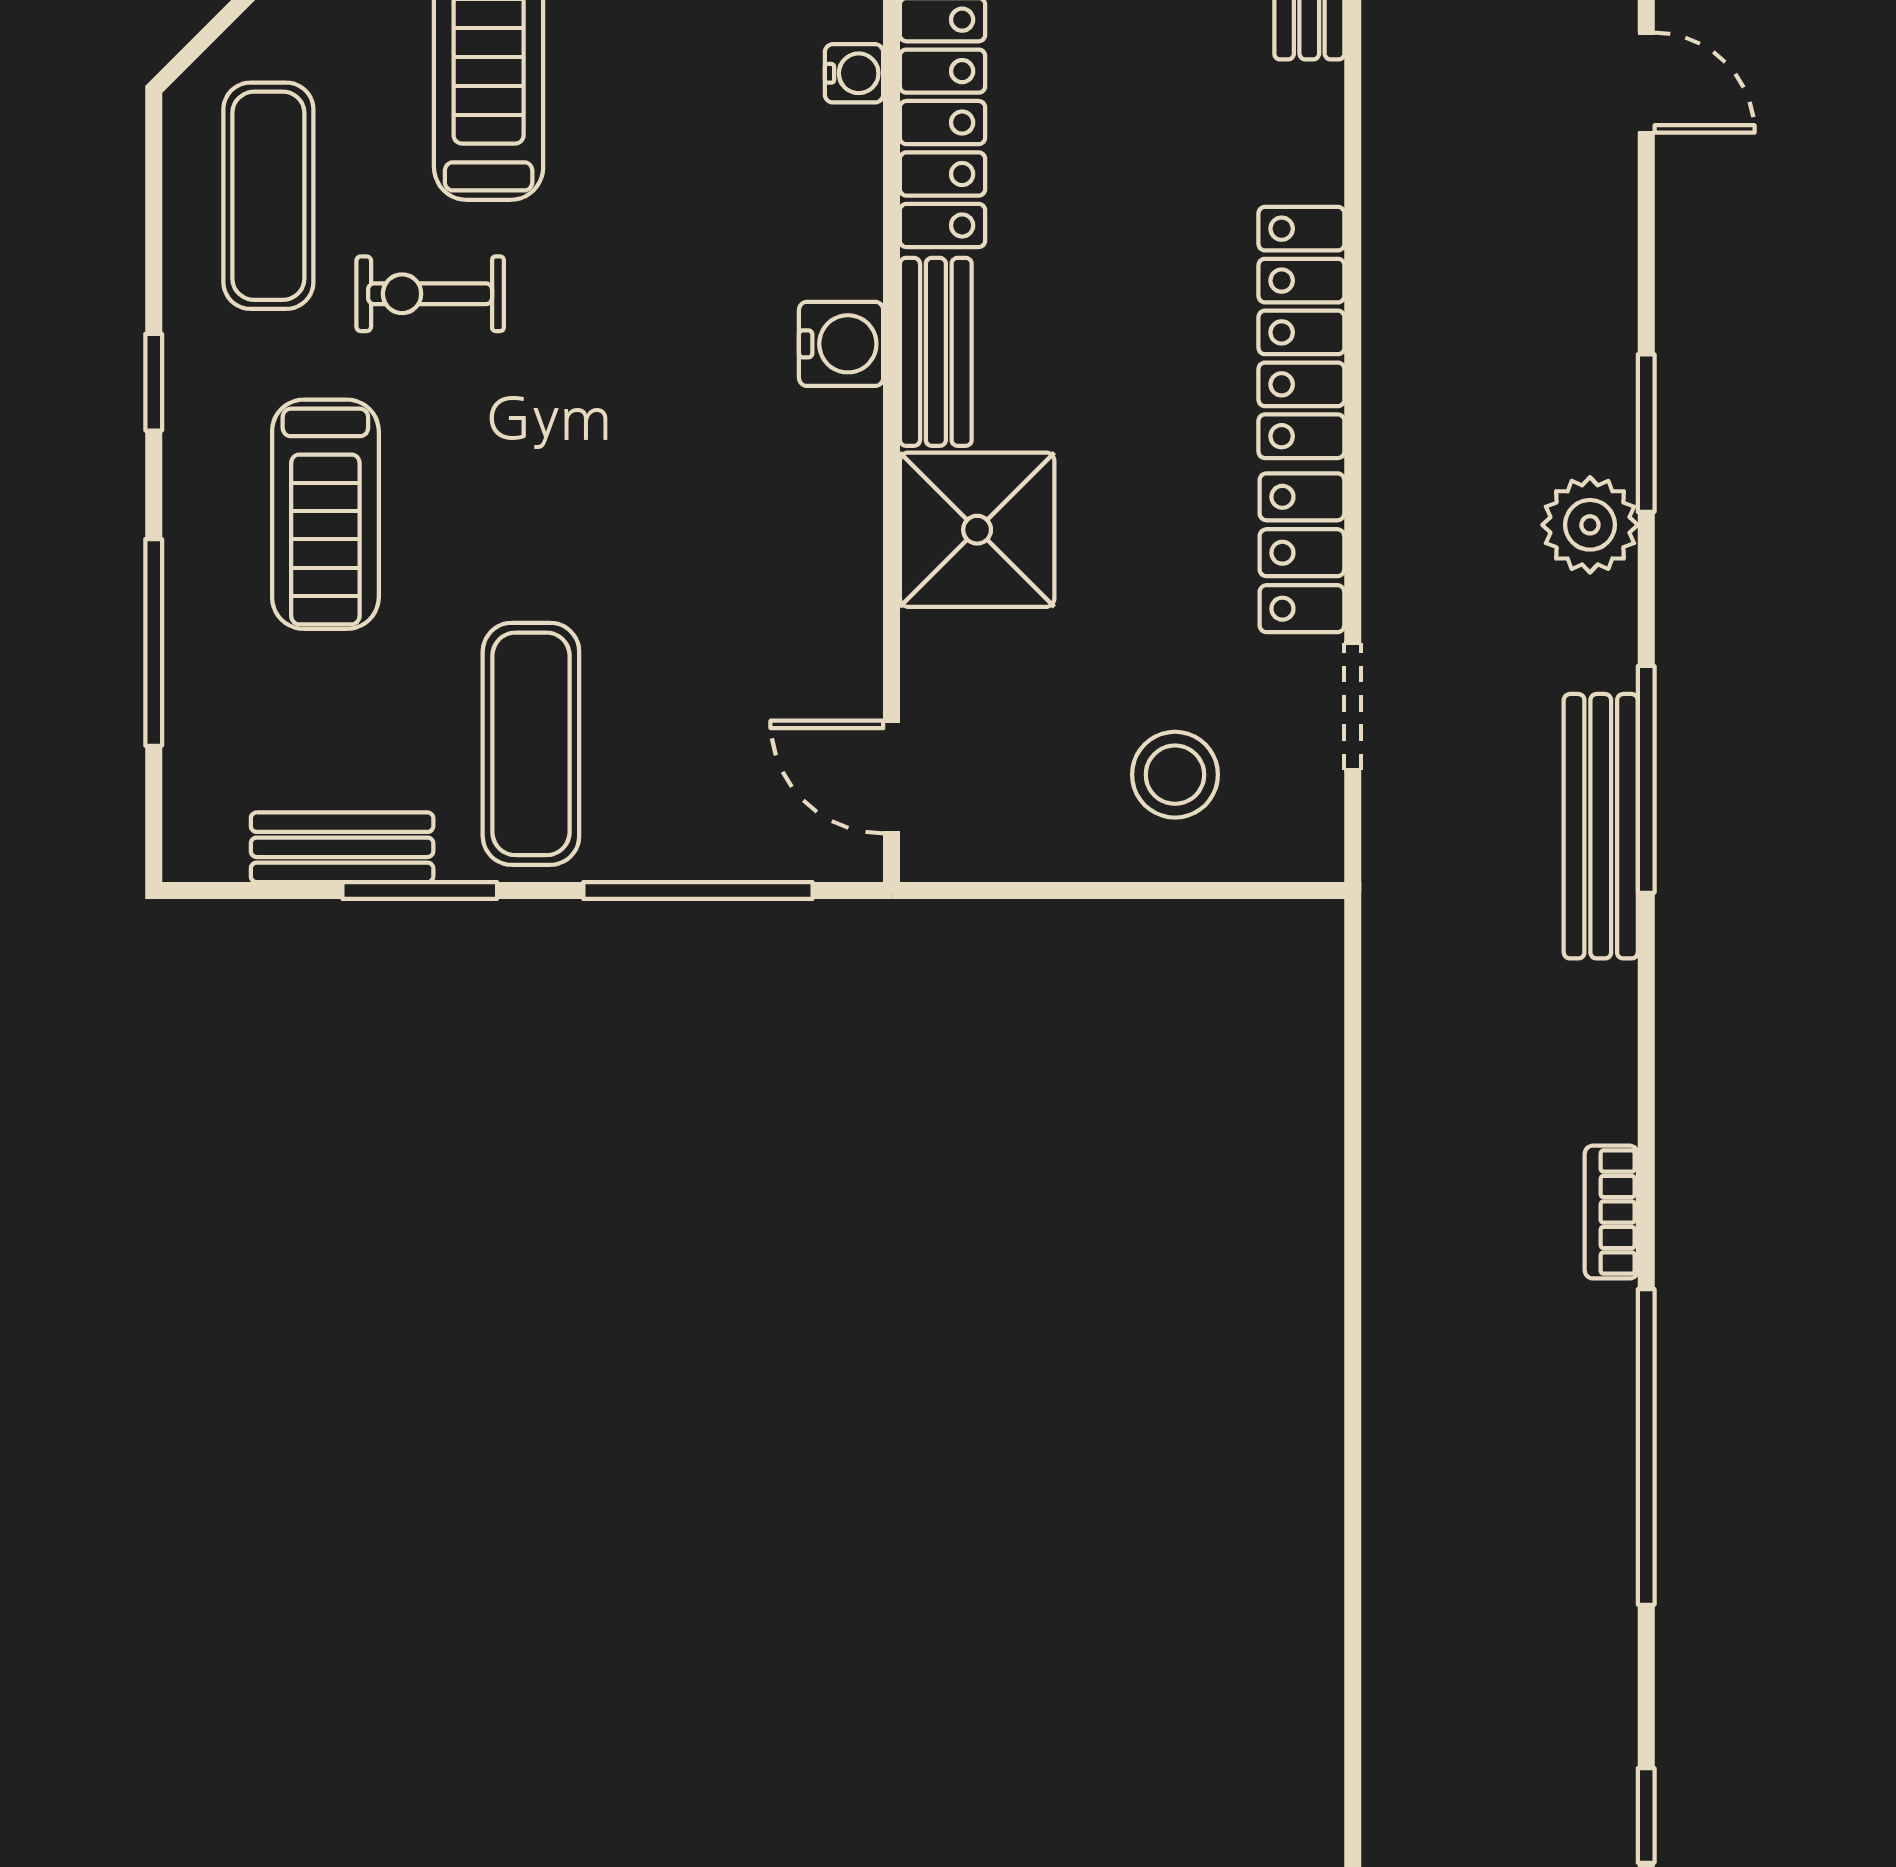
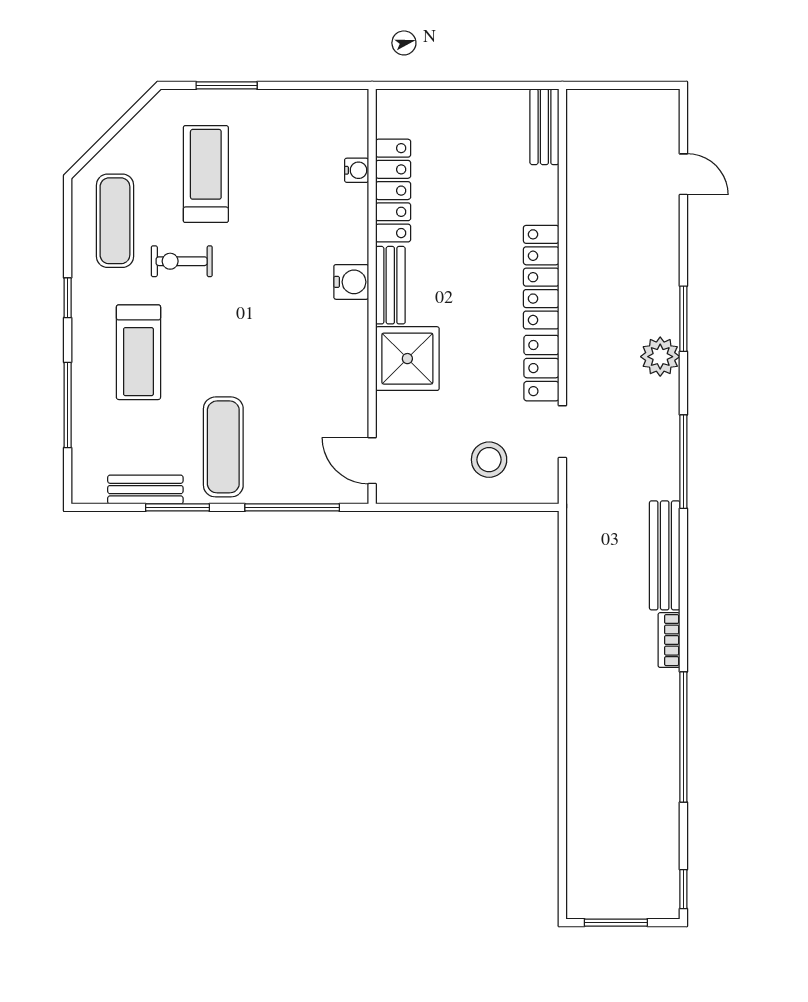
bench: (1601, 826) -> (665, 555), moved

